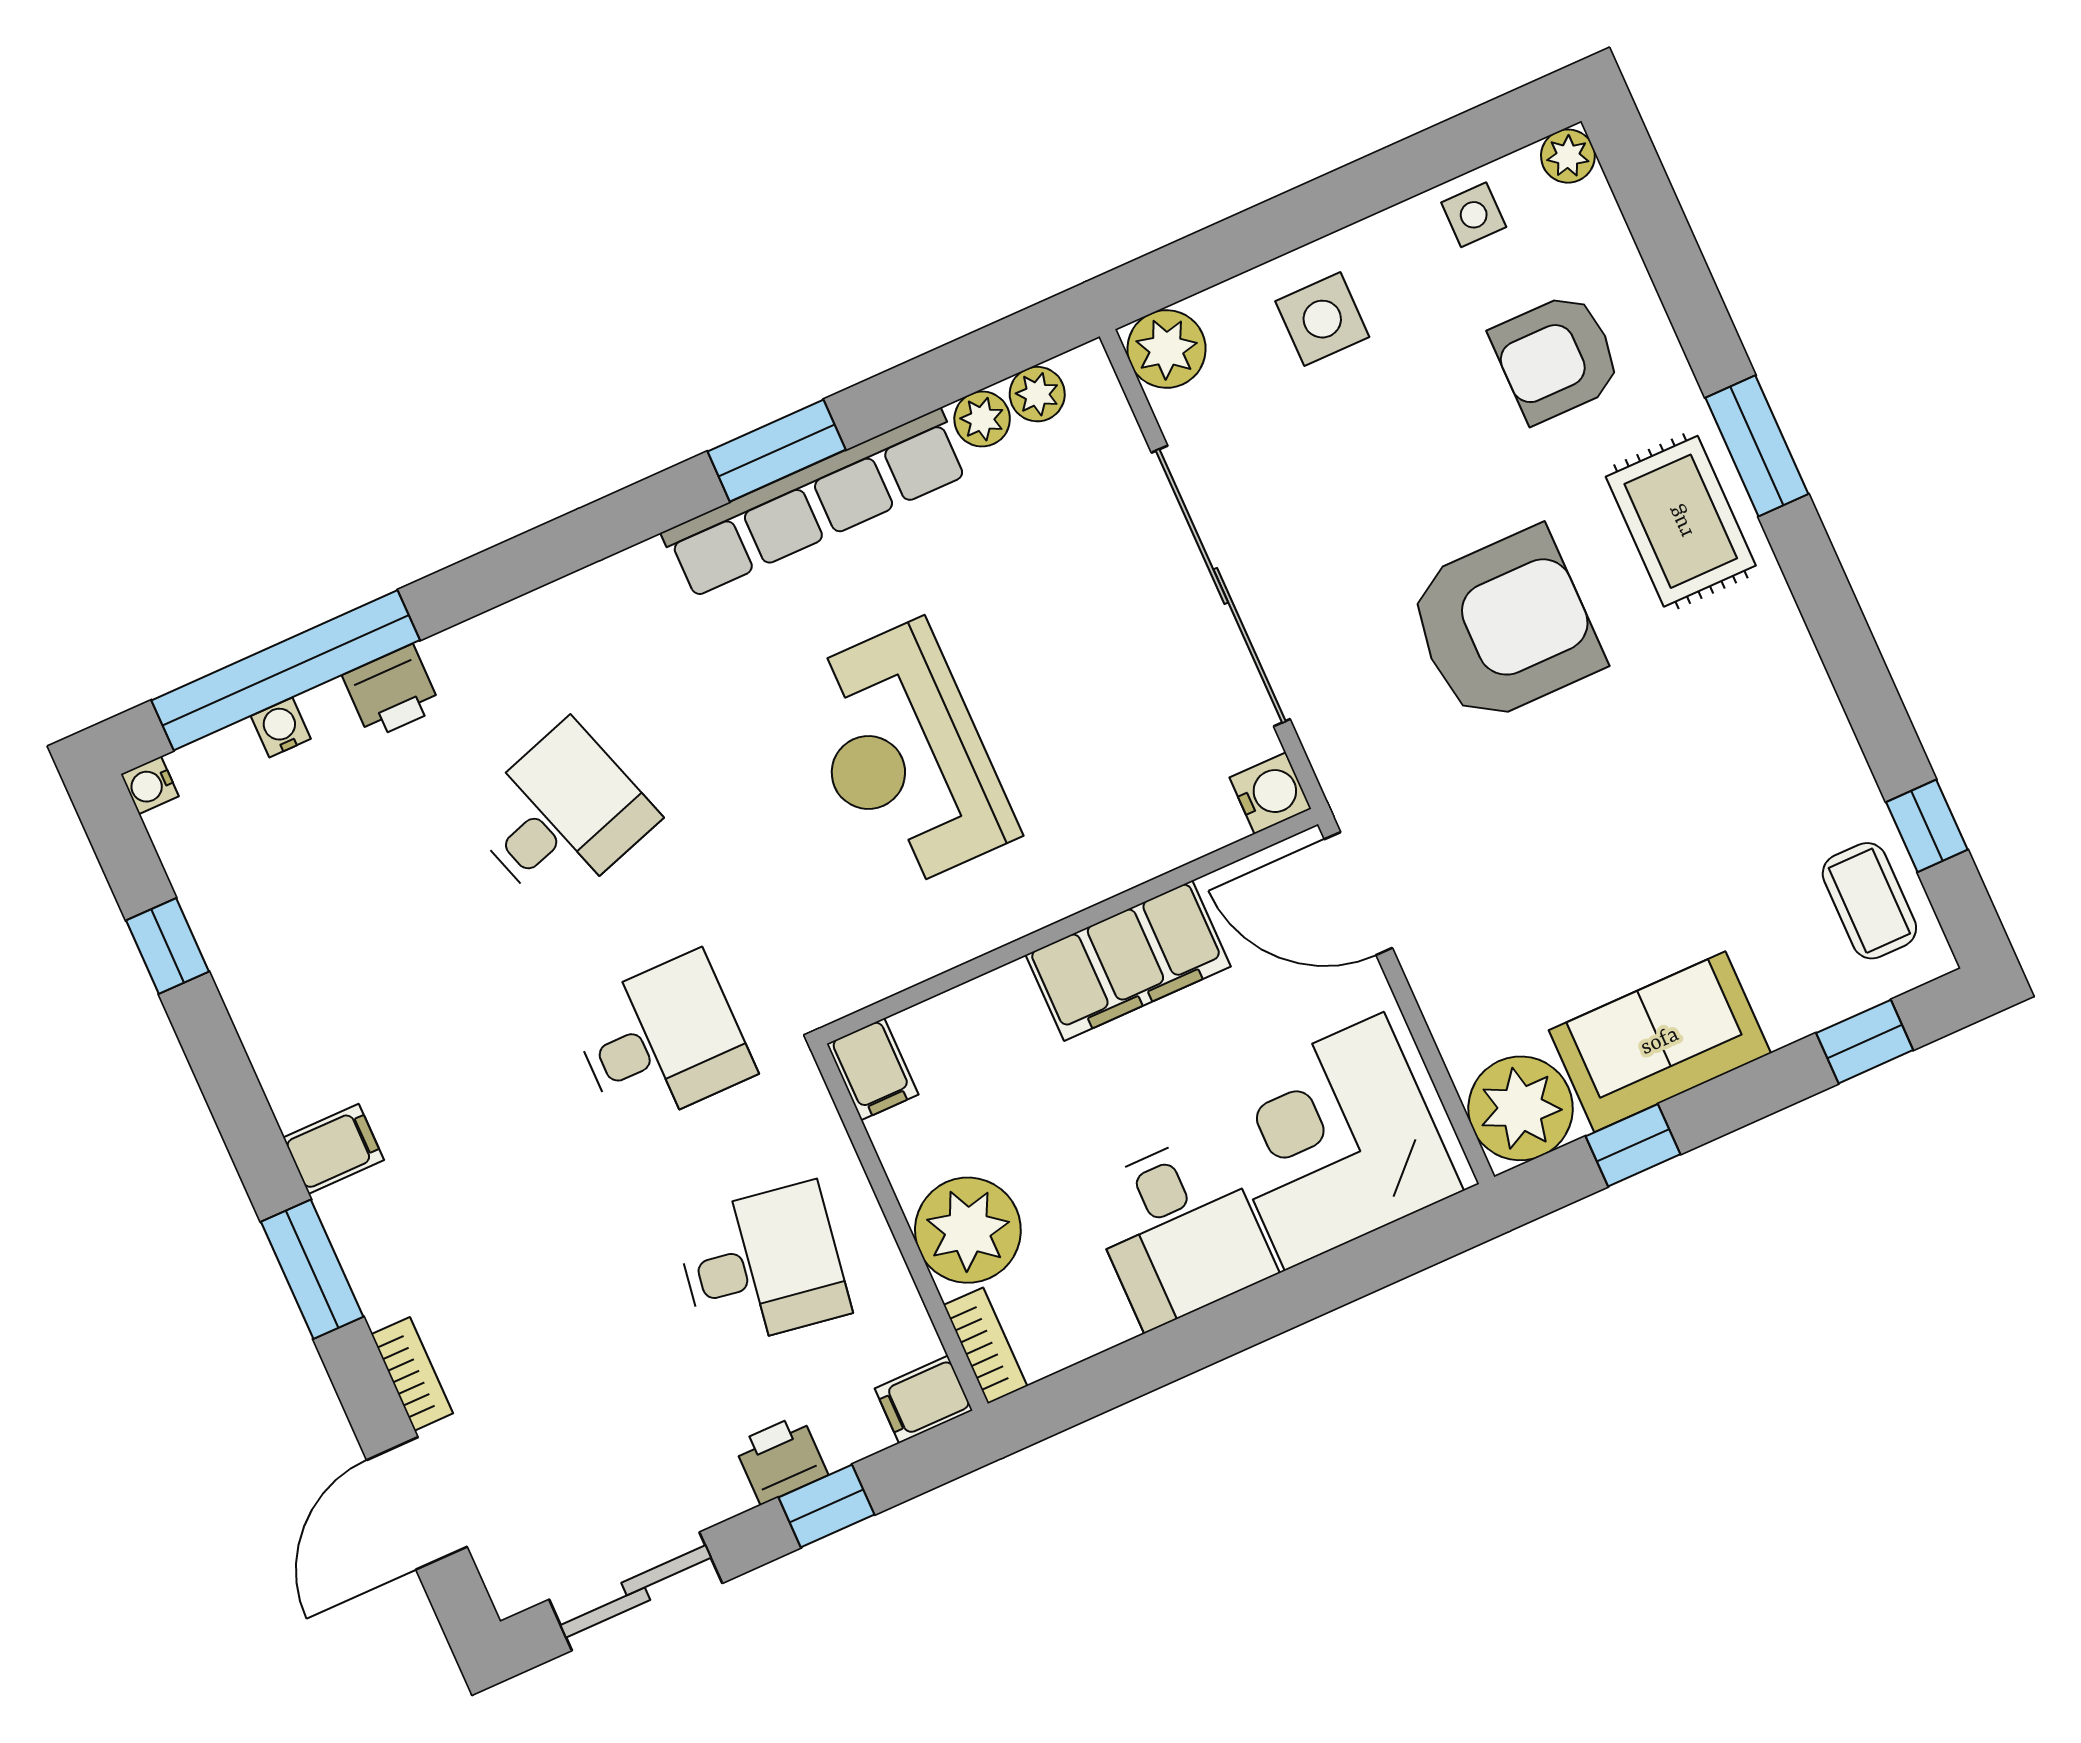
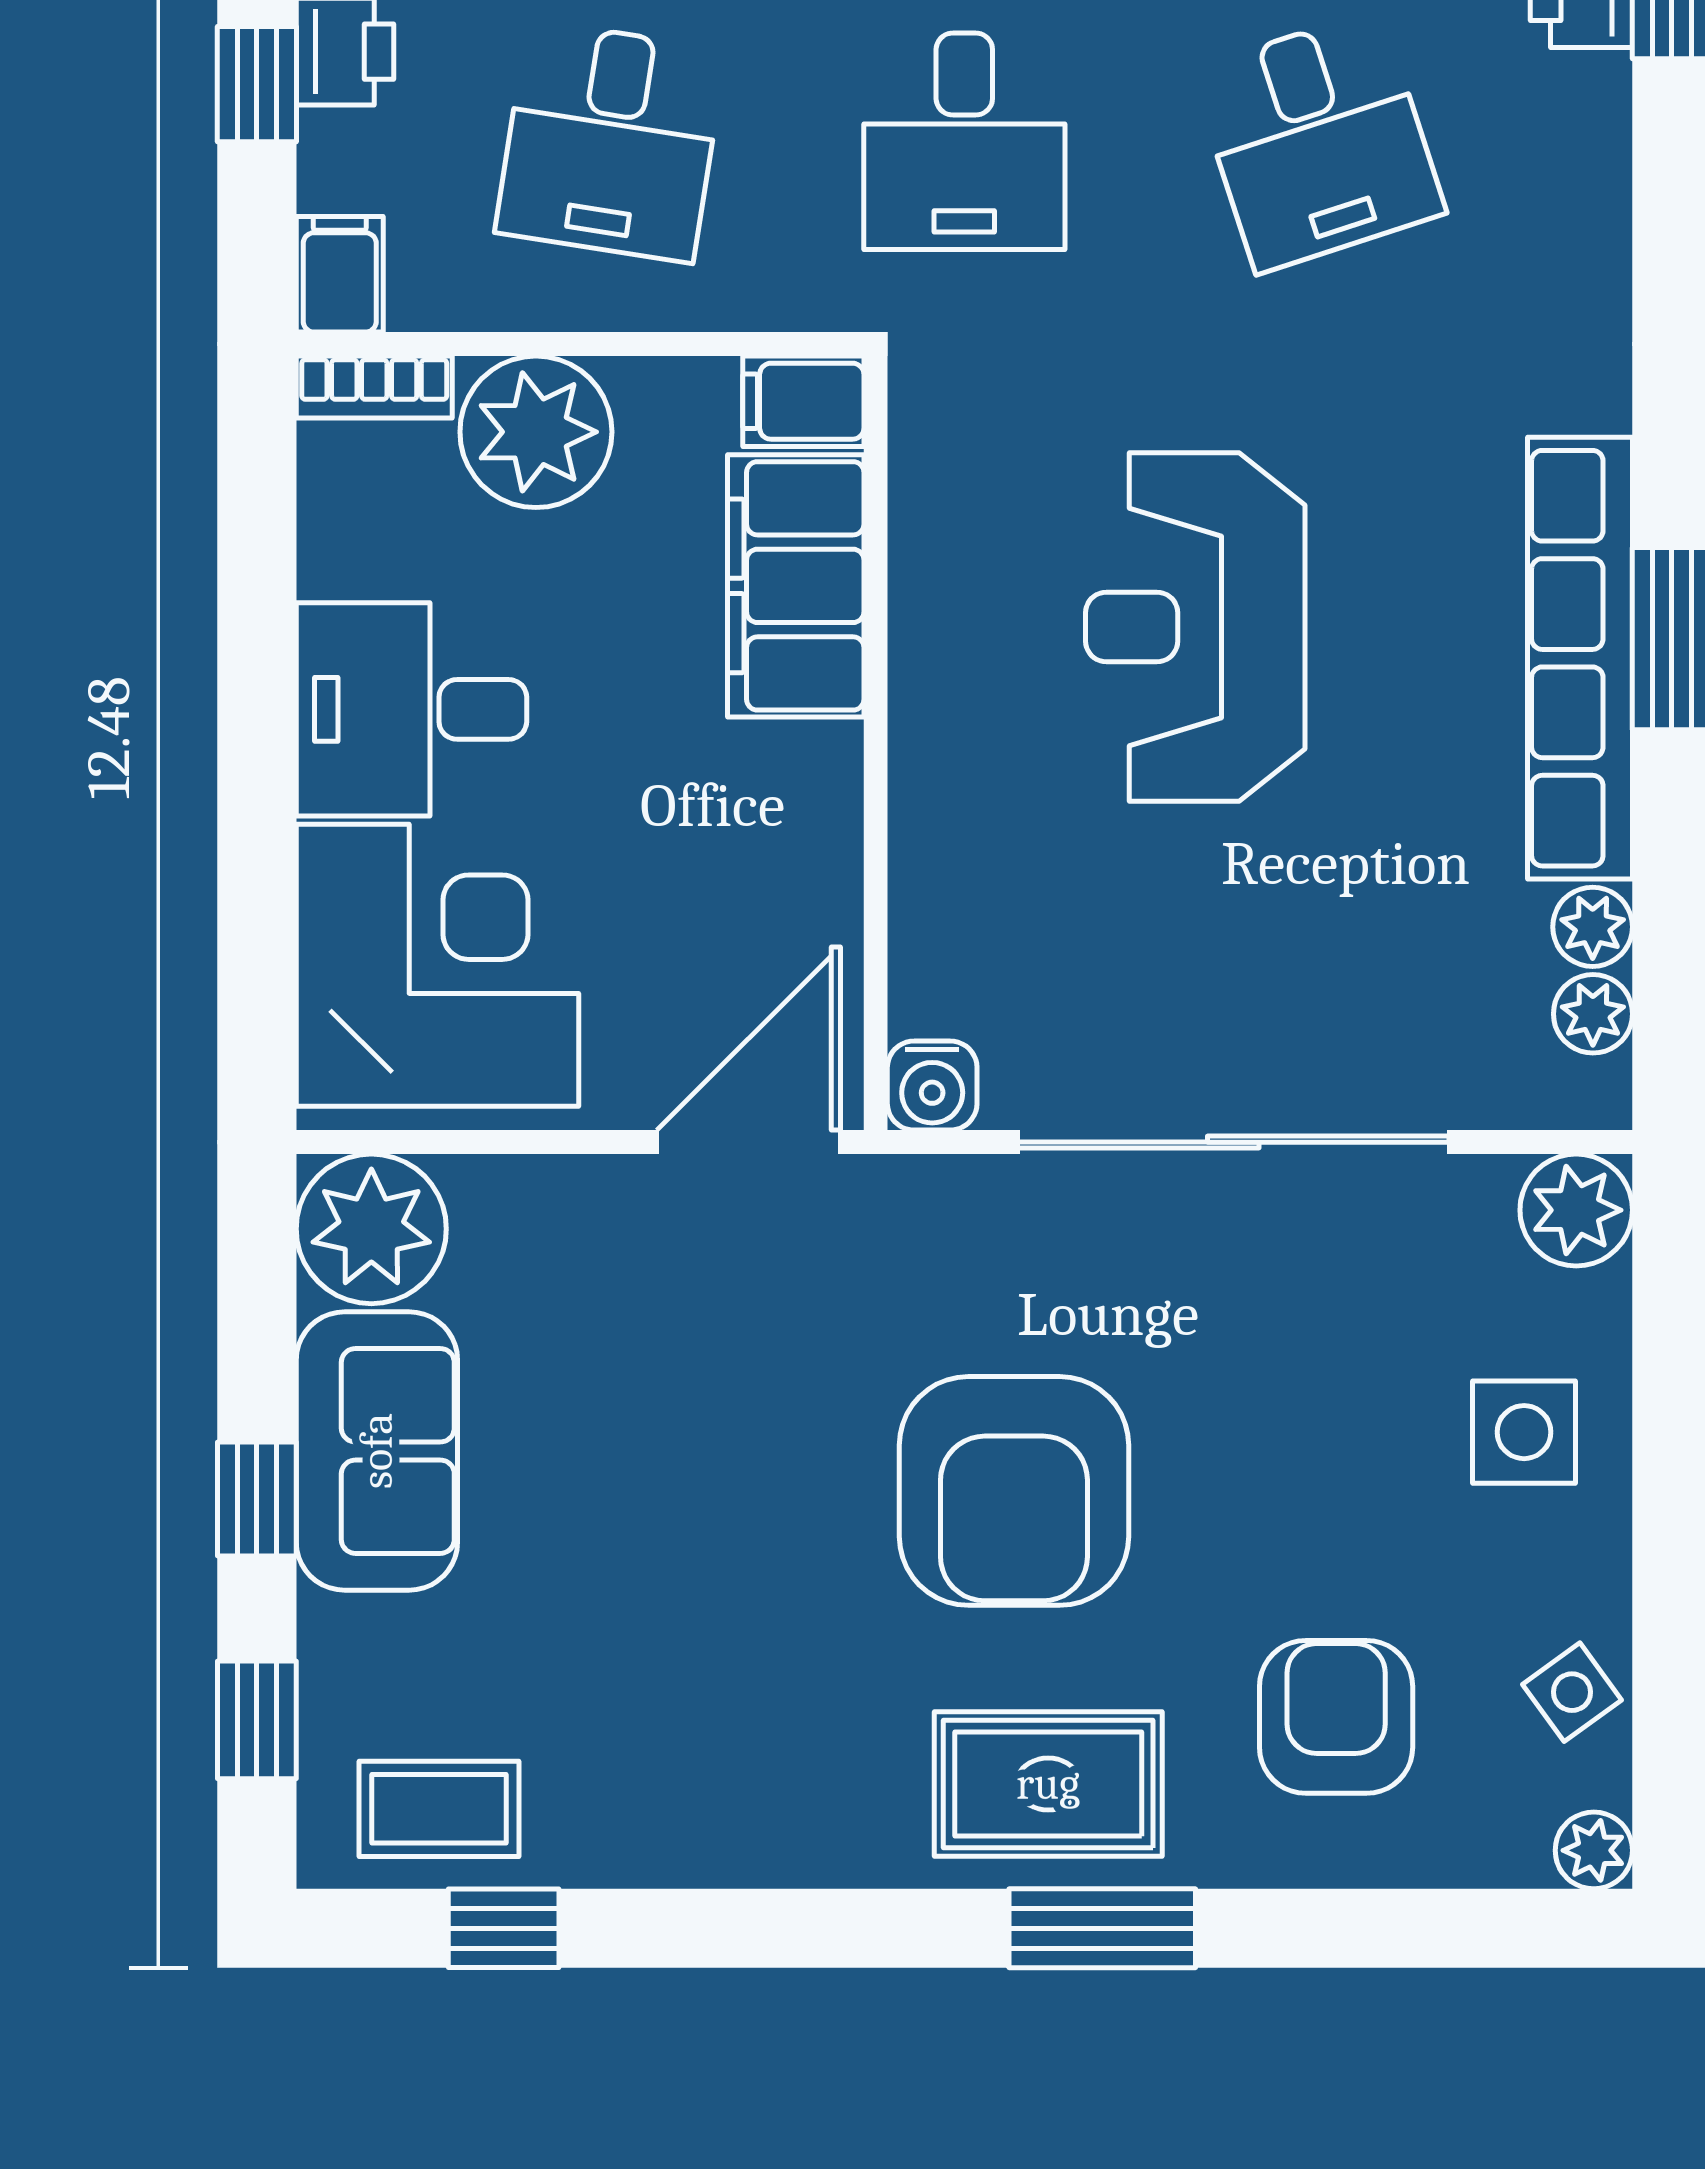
side table: (1474, 215) -> (1572, 1692), turned -36
reception desk: (905, 756) -> (1195, 627), turned -90
filing cabinet: (1128, 961) -> (796, 586), moved
window: (1633, 1145) -> (257, 1499), moved

